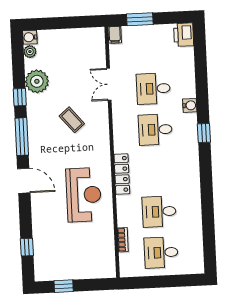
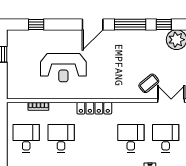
coffee table: (72, 120) -> (149, 83), moved
reception desk: (84, 195) -> (63, 68), moved

